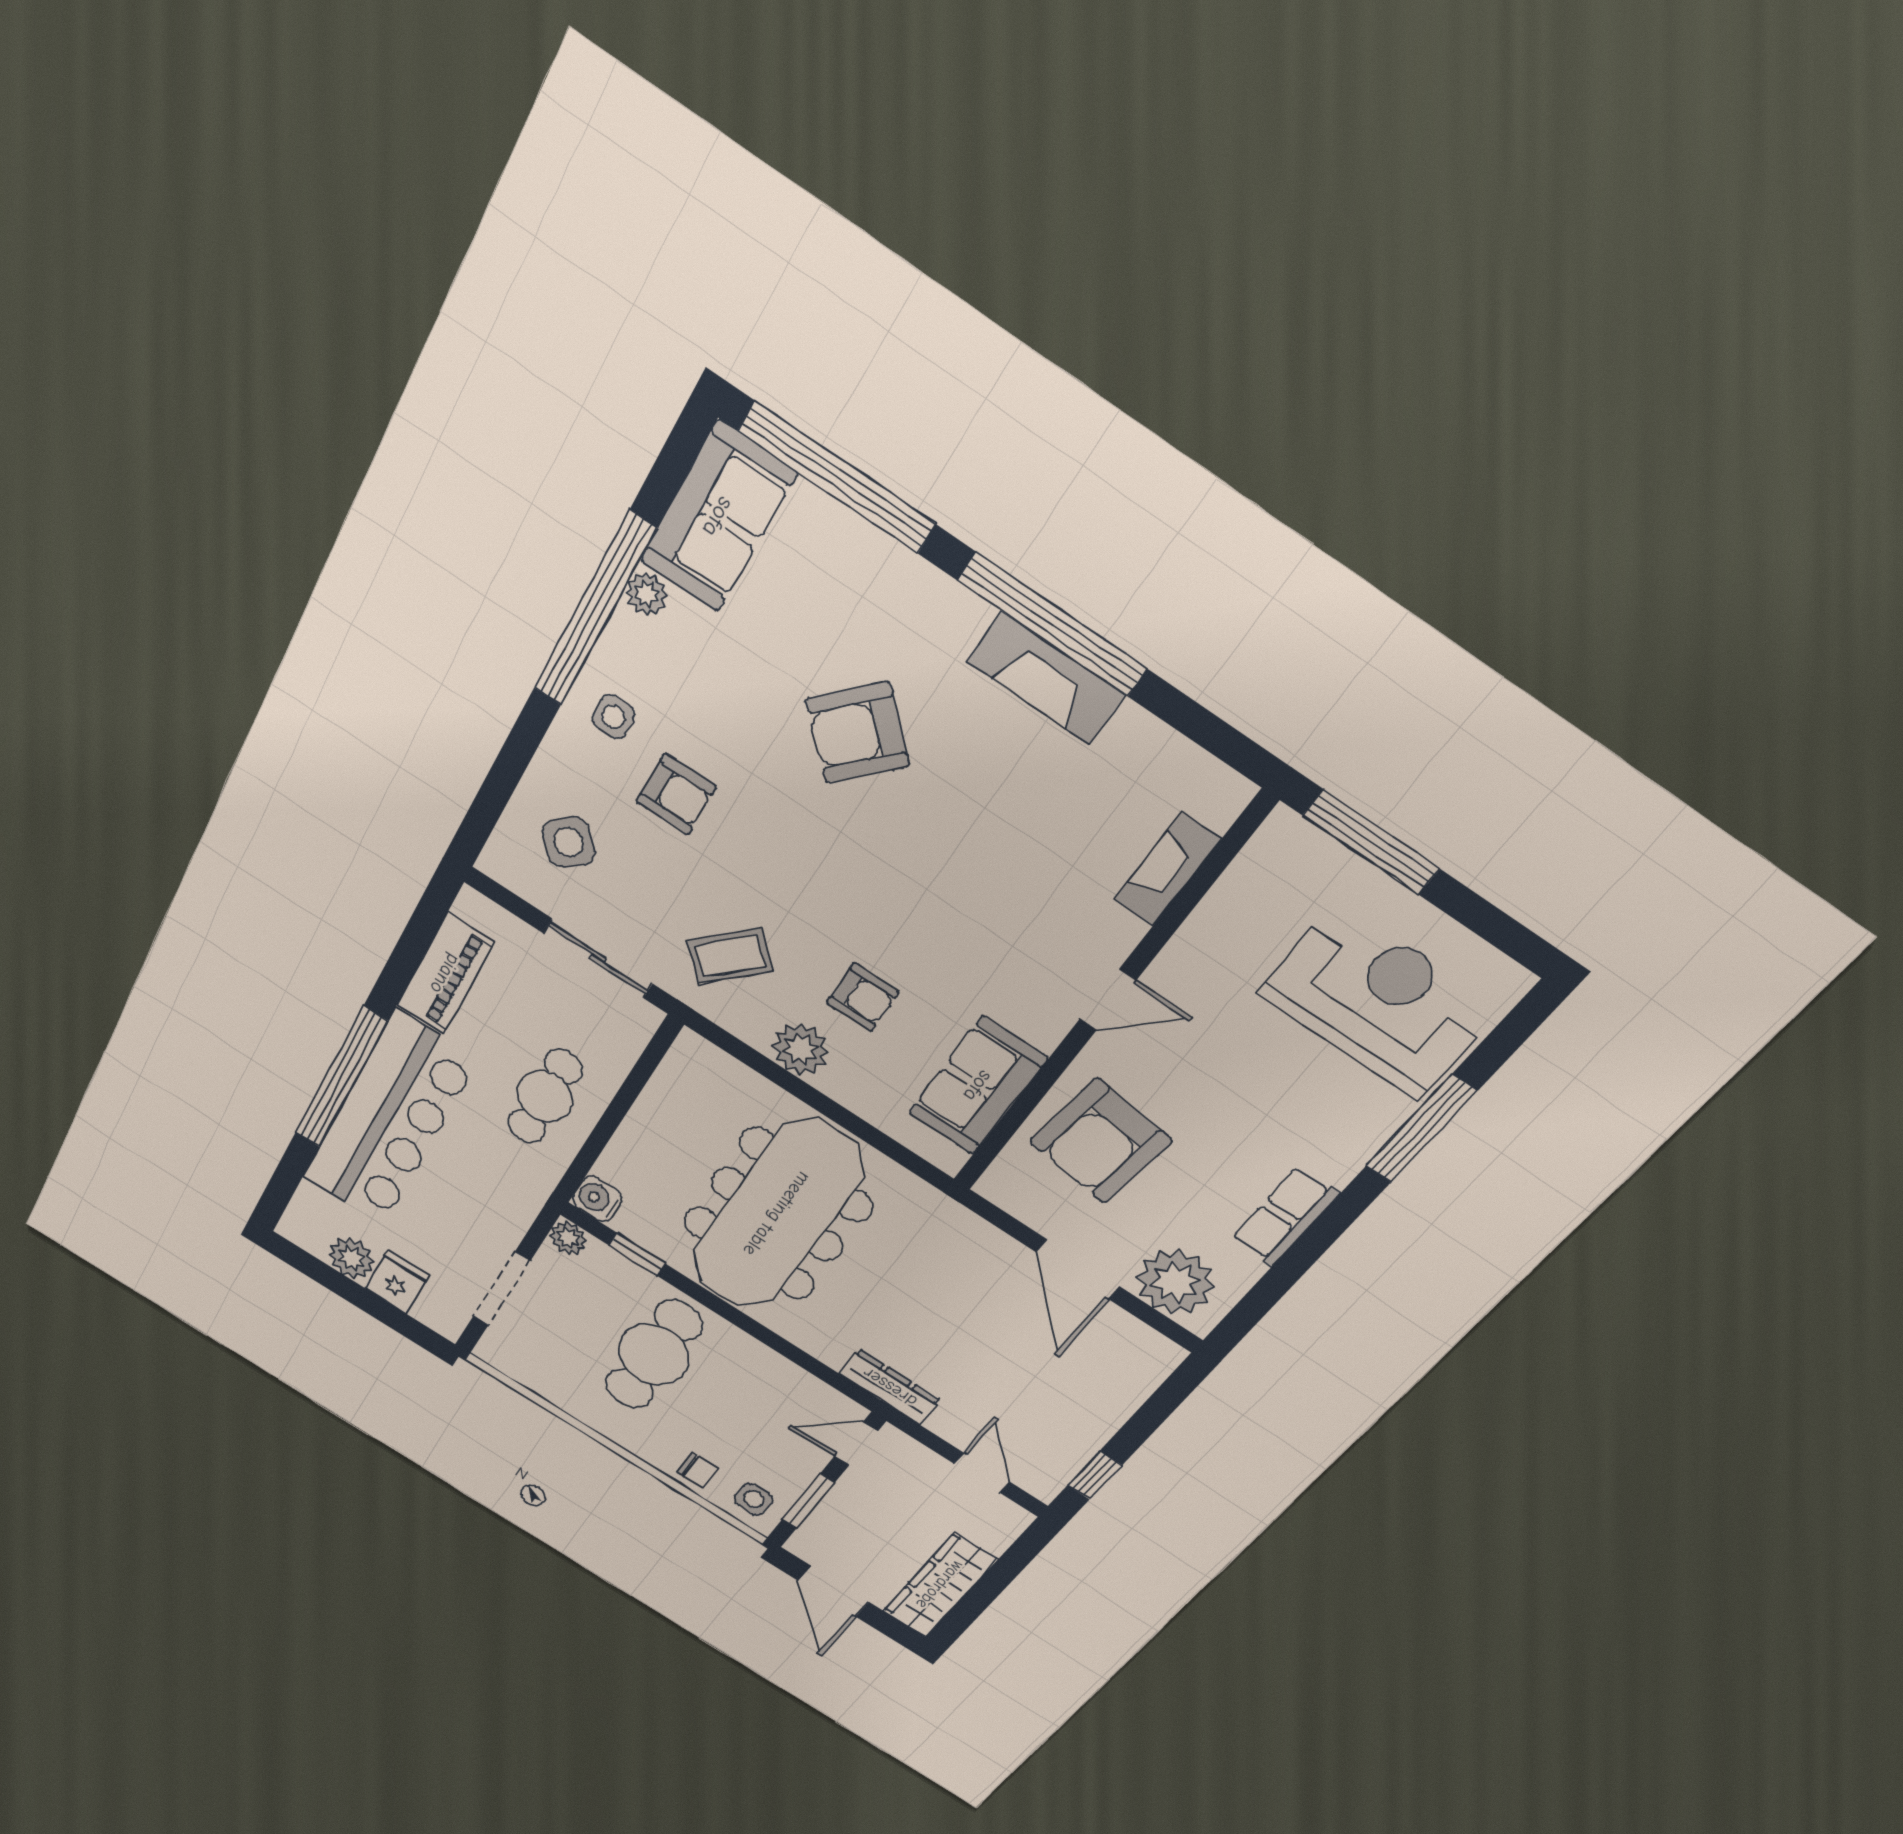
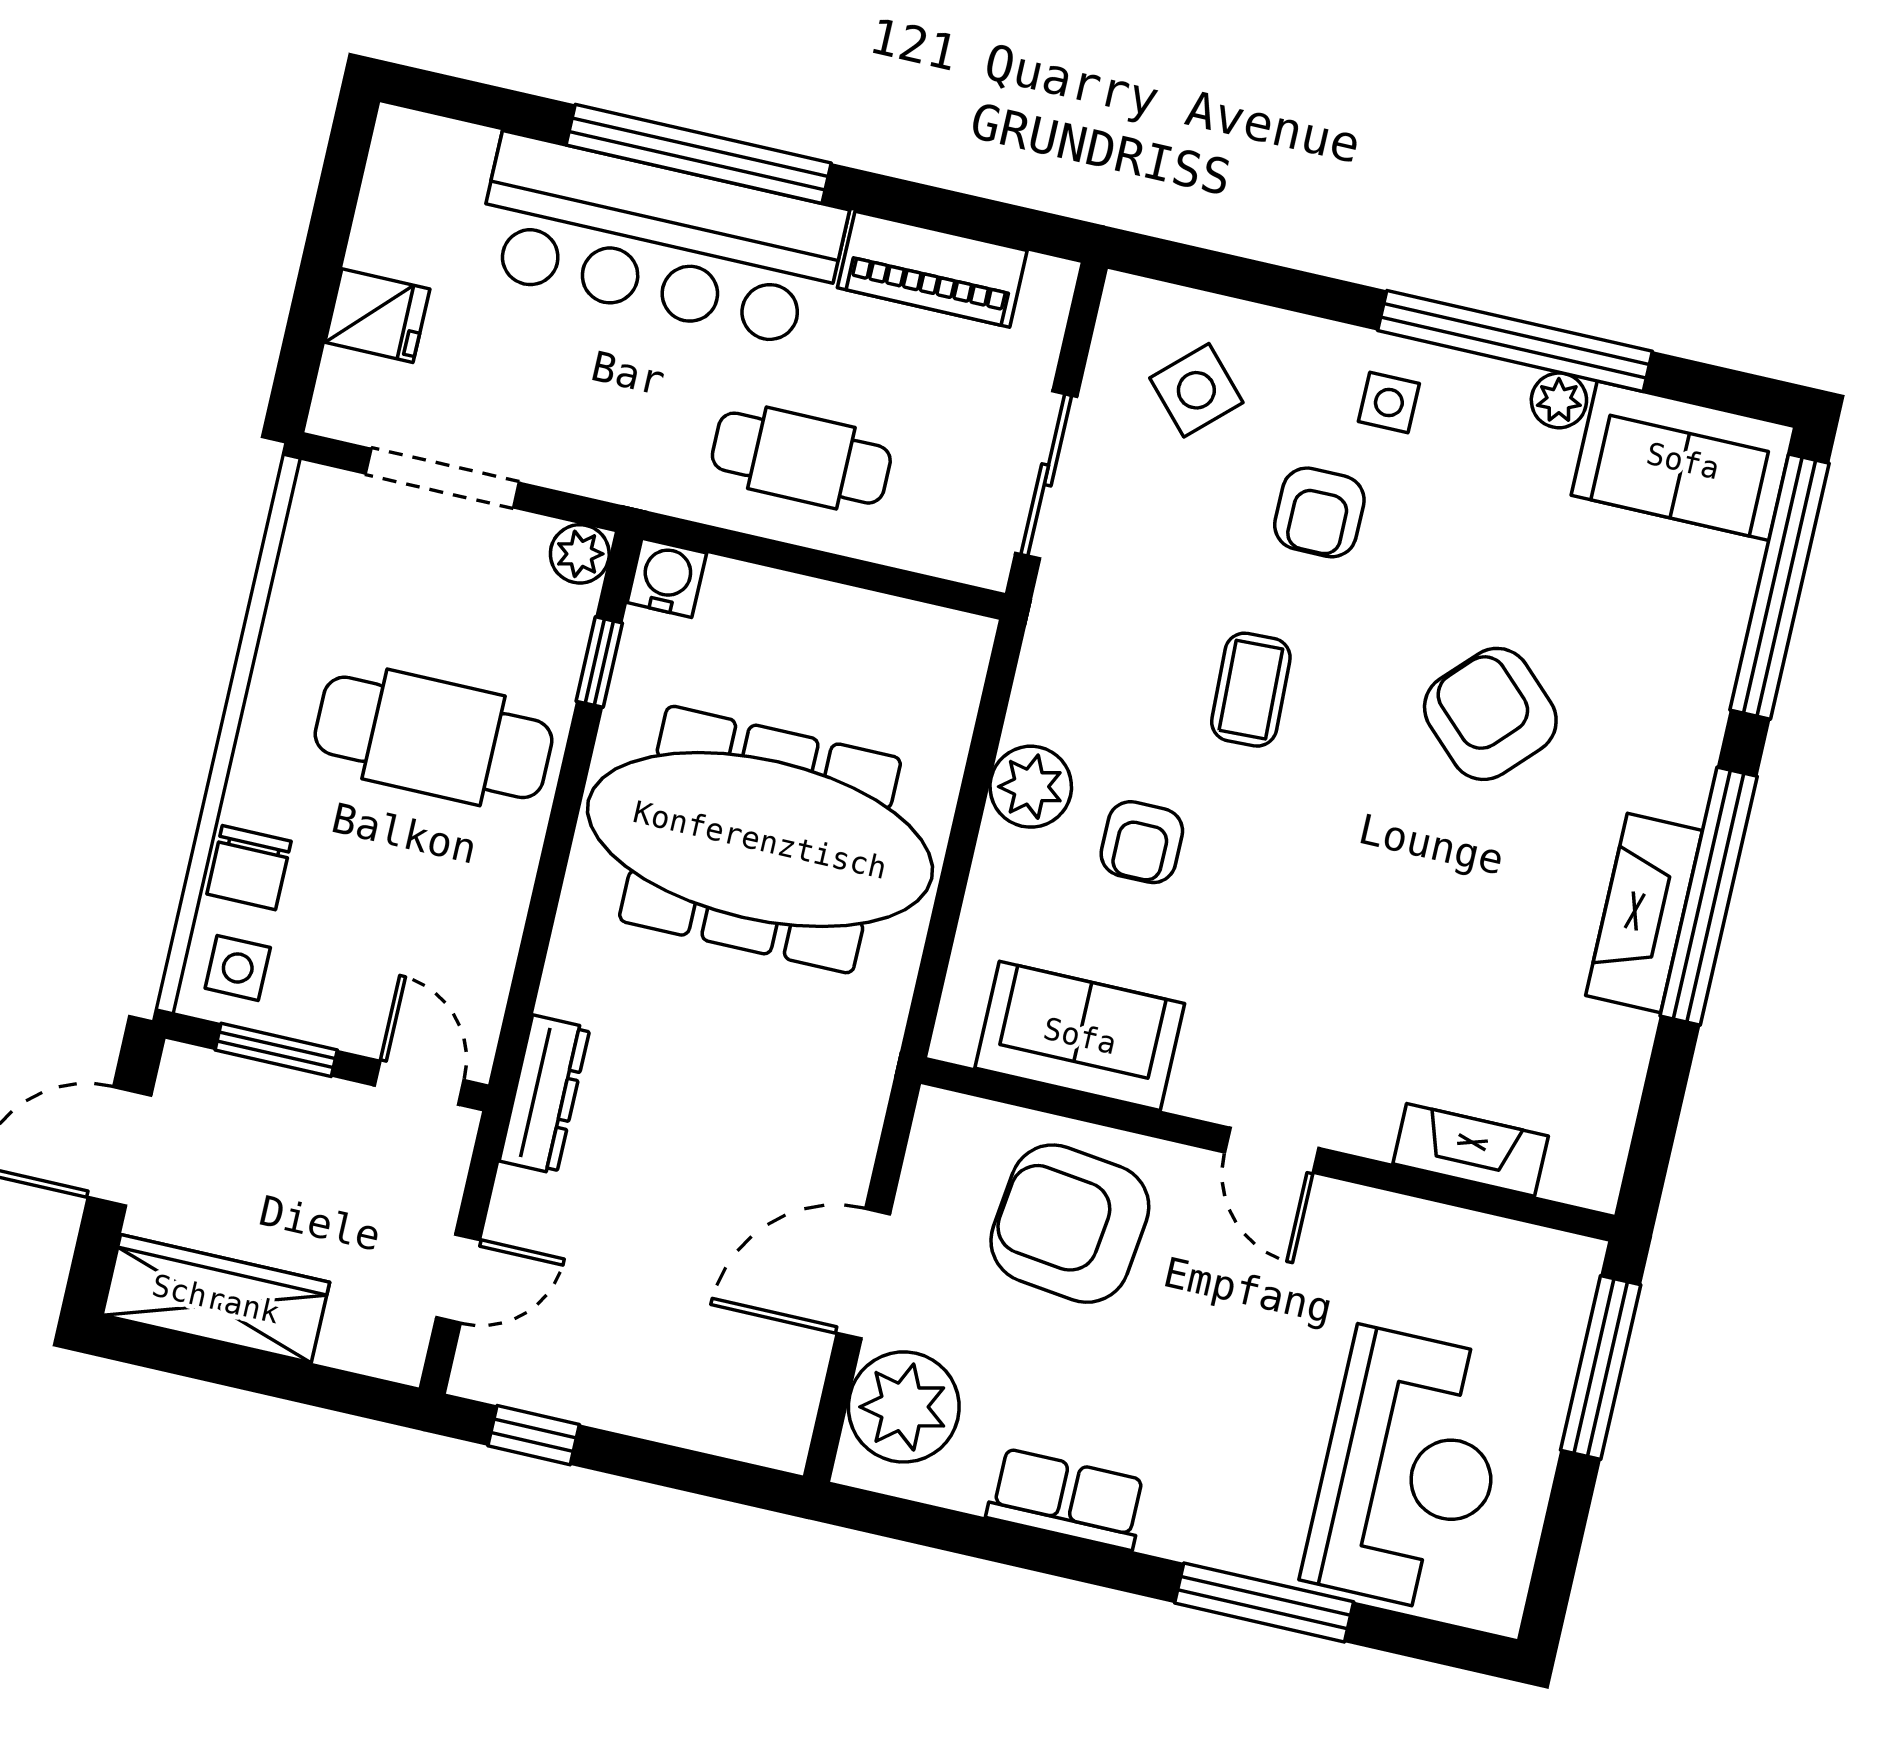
coffee table: (730, 956) -> (1251, 690), moved, turned 44
plant: (351, 1258) -> (388, 235), removed
chair: (698, 1471) -> (249, 868), width x1.37, depth x1.37

